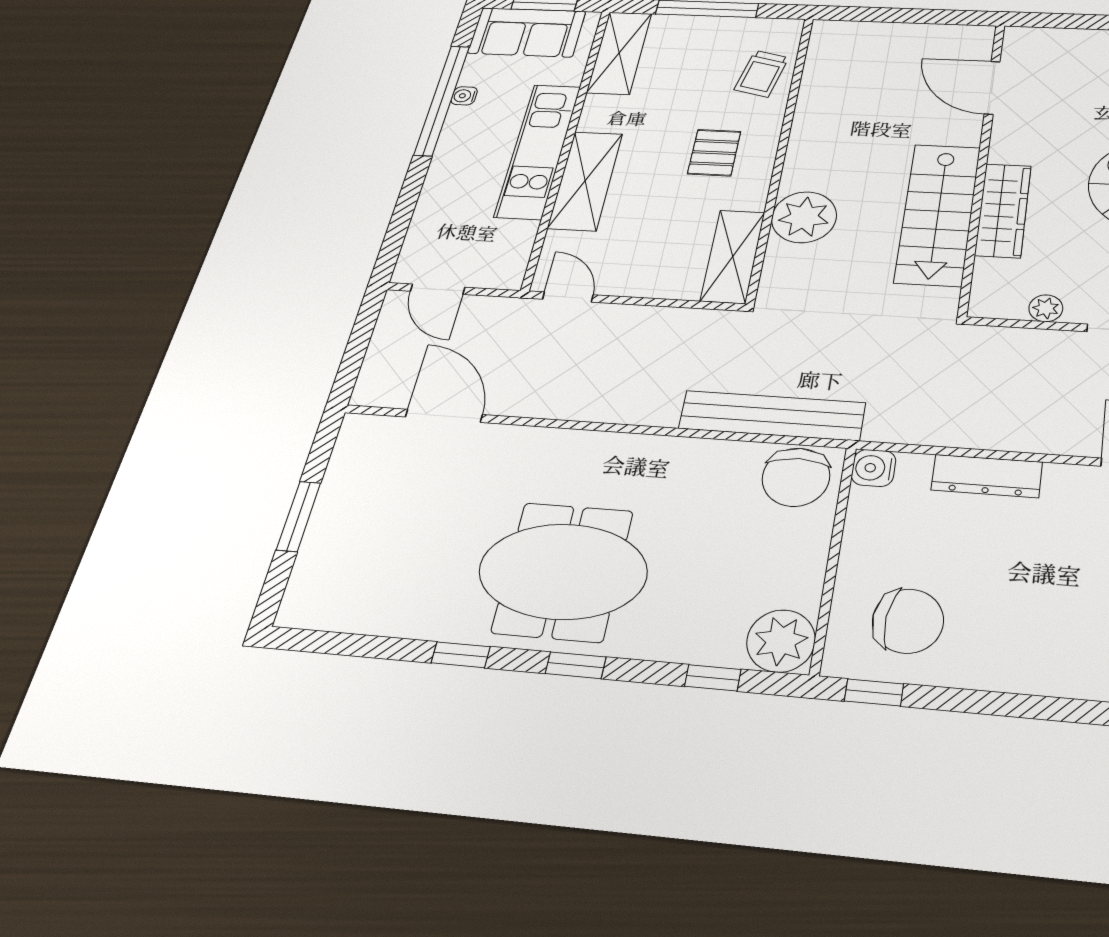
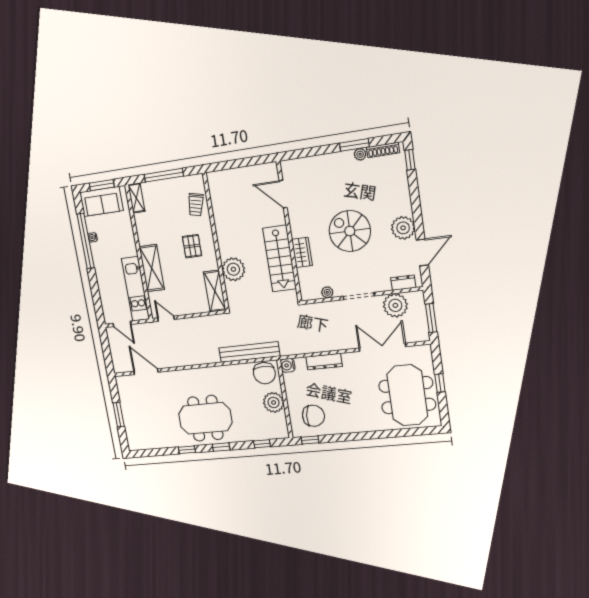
shelving: (619, 53) -> (136, 198), width x0.67, depth x0.75
kitchen unit: (538, 151) -> (135, 289), moved
wardrobe: (1003, 210) -> (302, 252), width x0.67
plant: (781, 641) -> (274, 402), moved

